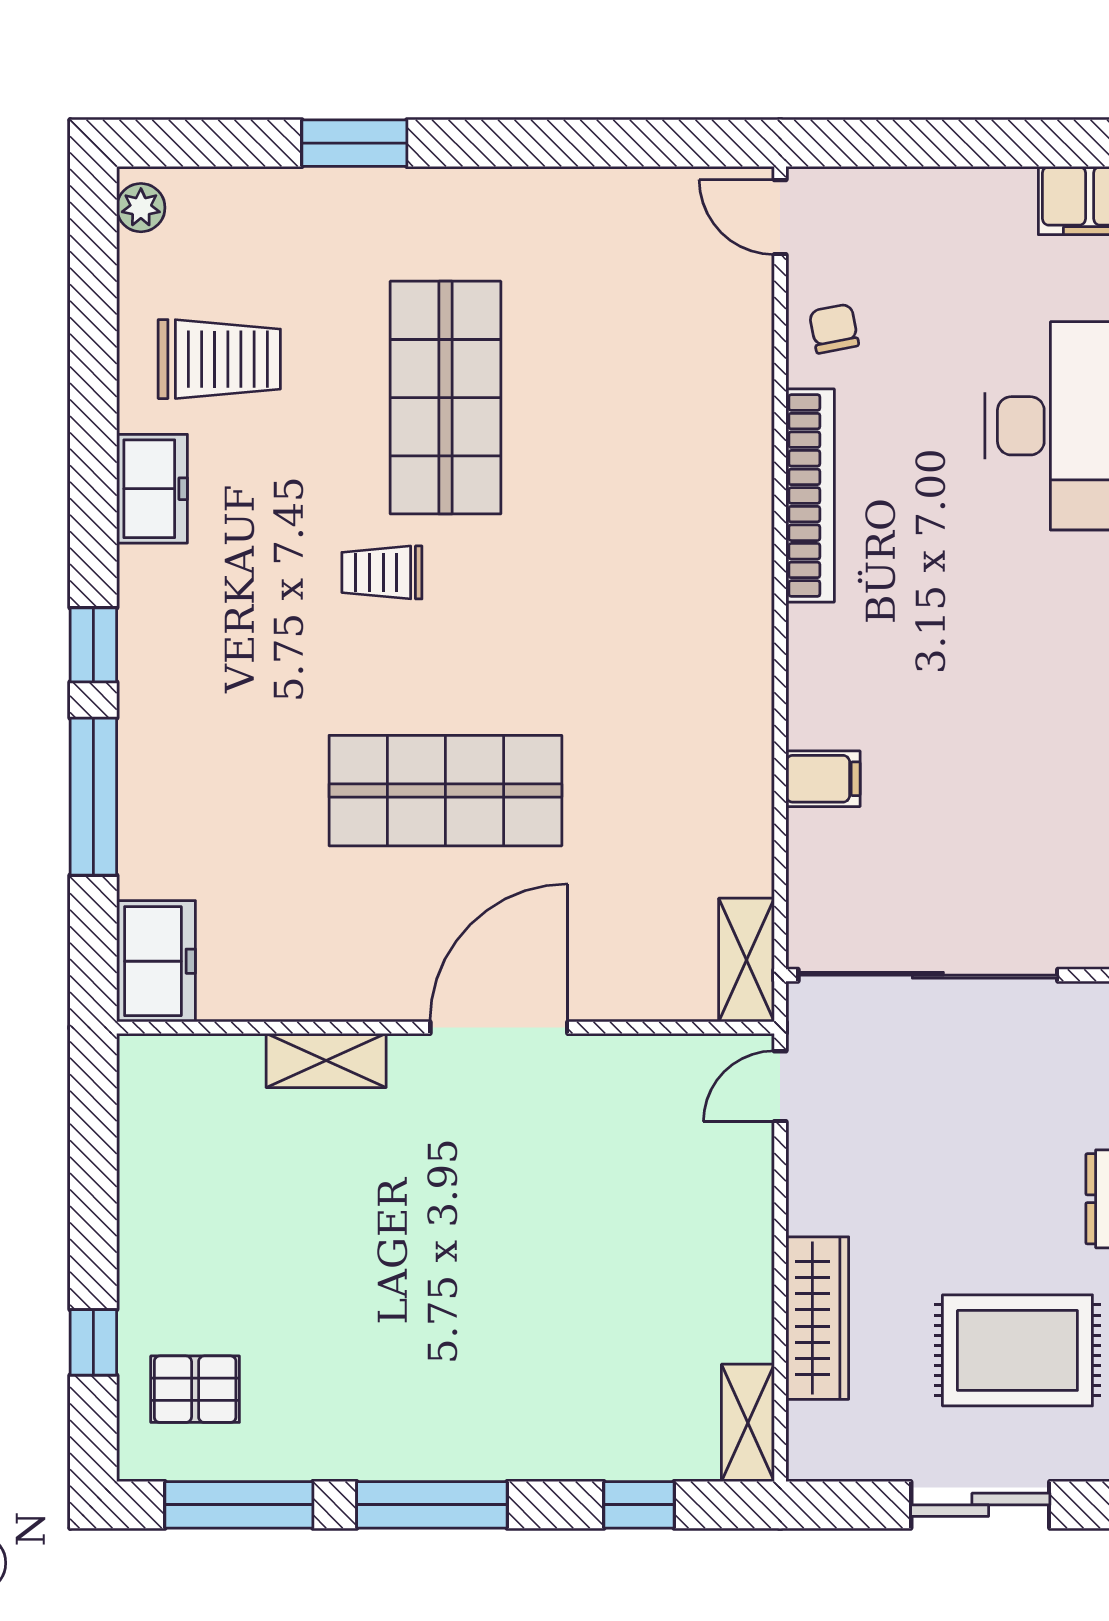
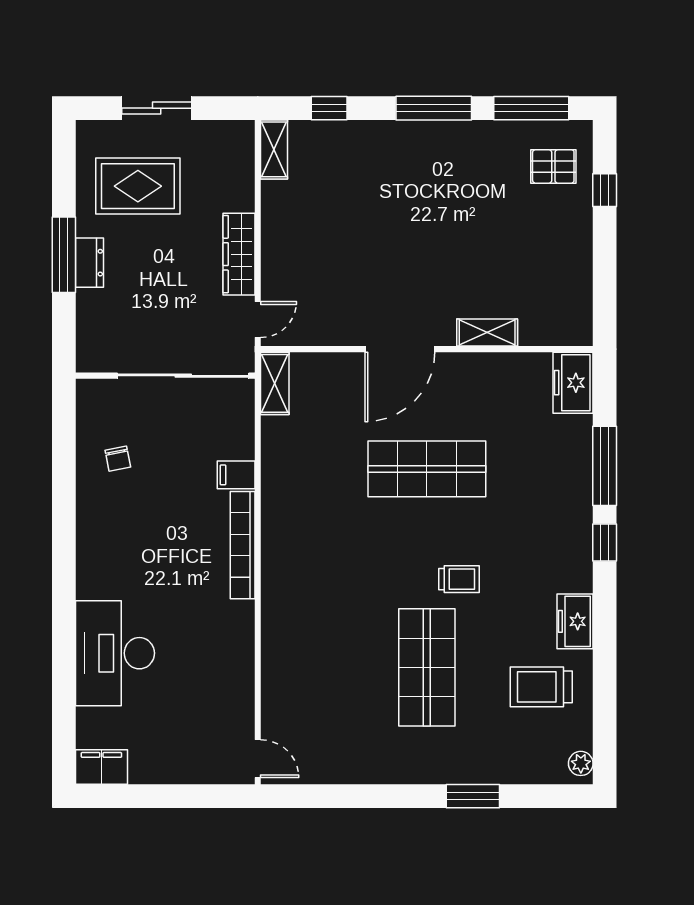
chair: (834, 329) -> (118, 459), moved
bookcase: (810, 495) -> (243, 545), moved
wardrobe: (817, 1318) -> (239, 254), moved

